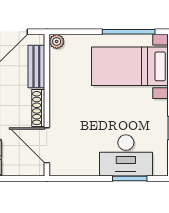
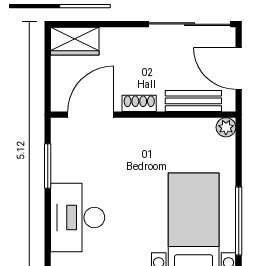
shoe rack: (38, 108) -> (139, 103), width x0.70
window: (130, 178) -> (48, 166), moved

